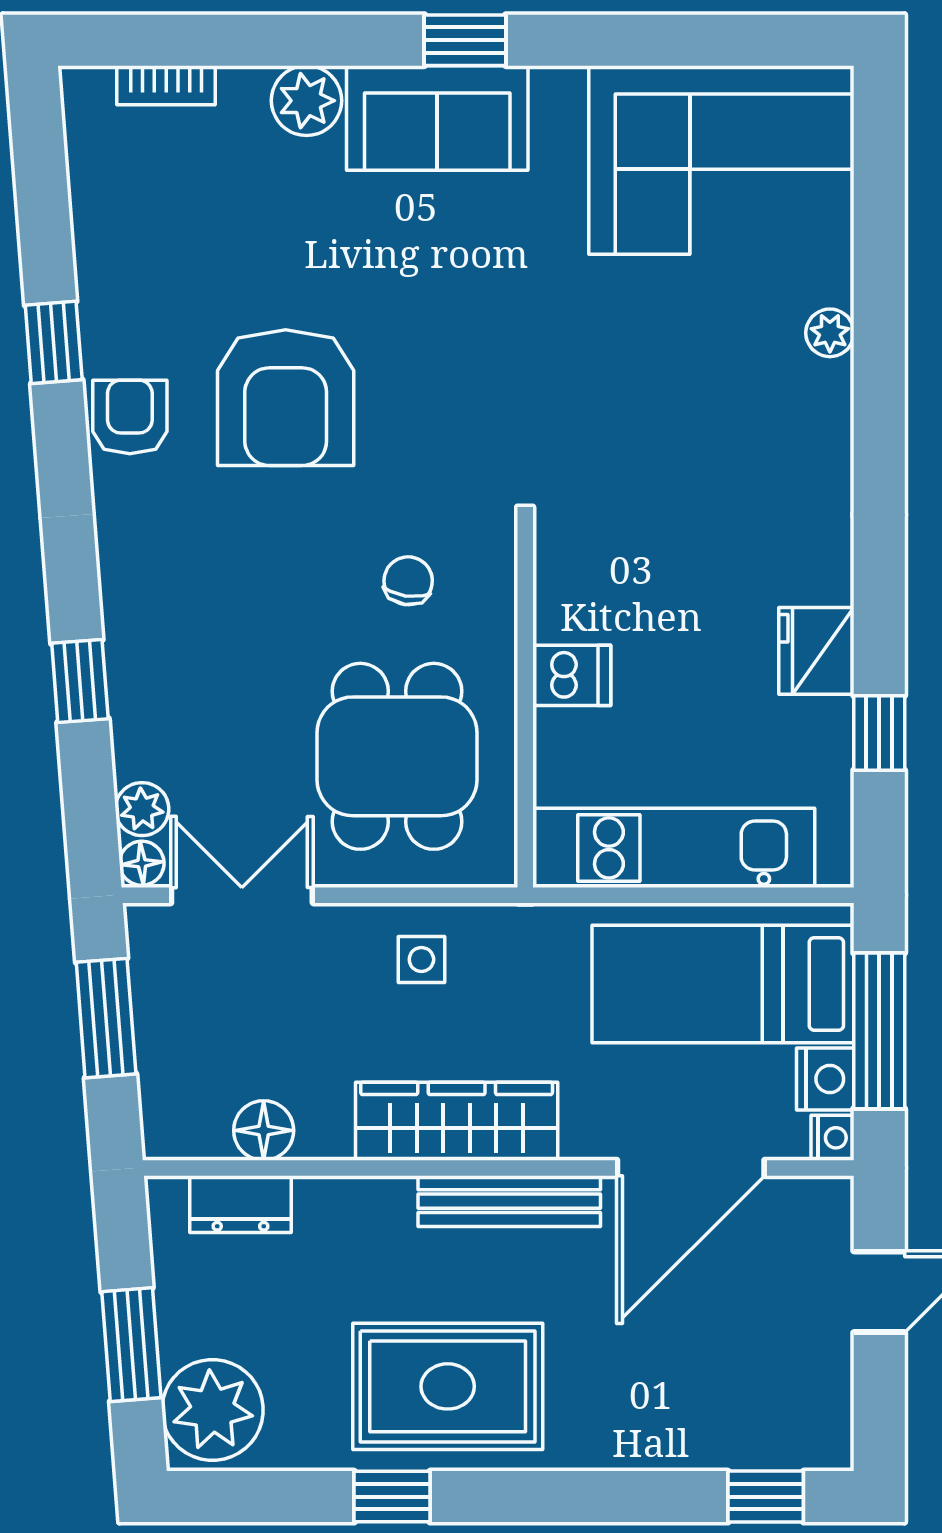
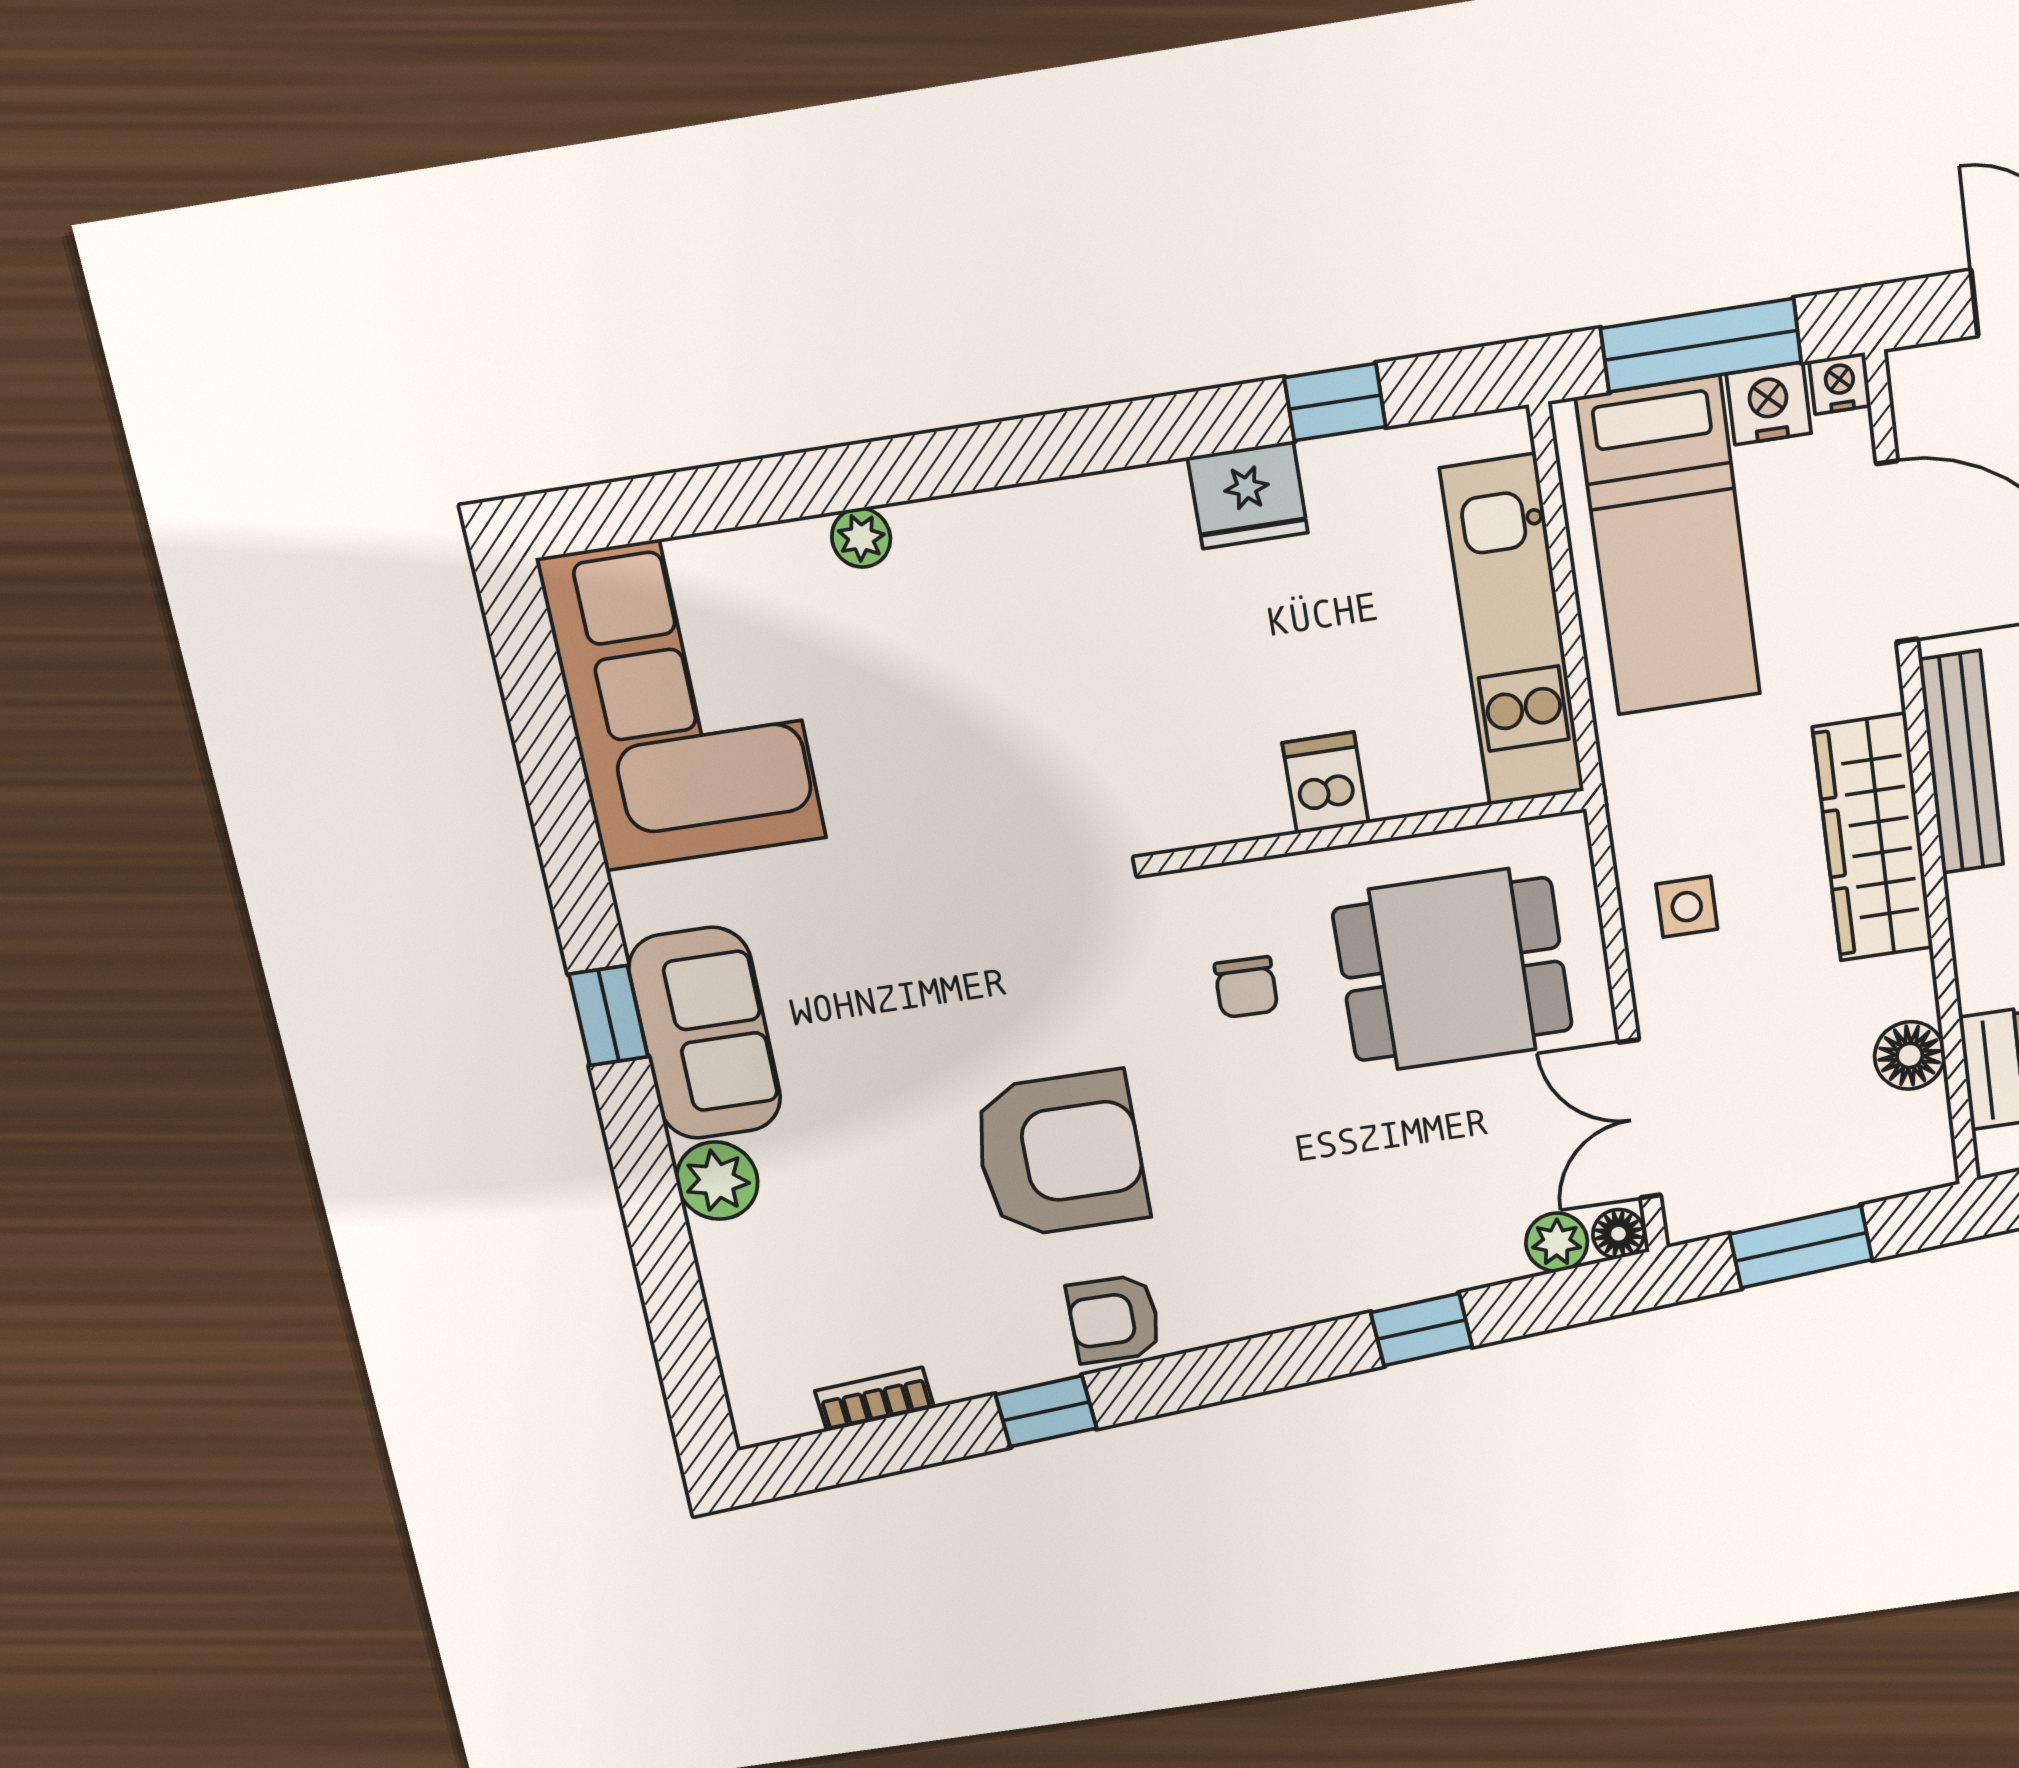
bookcase: (166, 85) -> (875, 1399), moved, turned -94
chair: (408, 581) -> (1246, 987), turned -97

